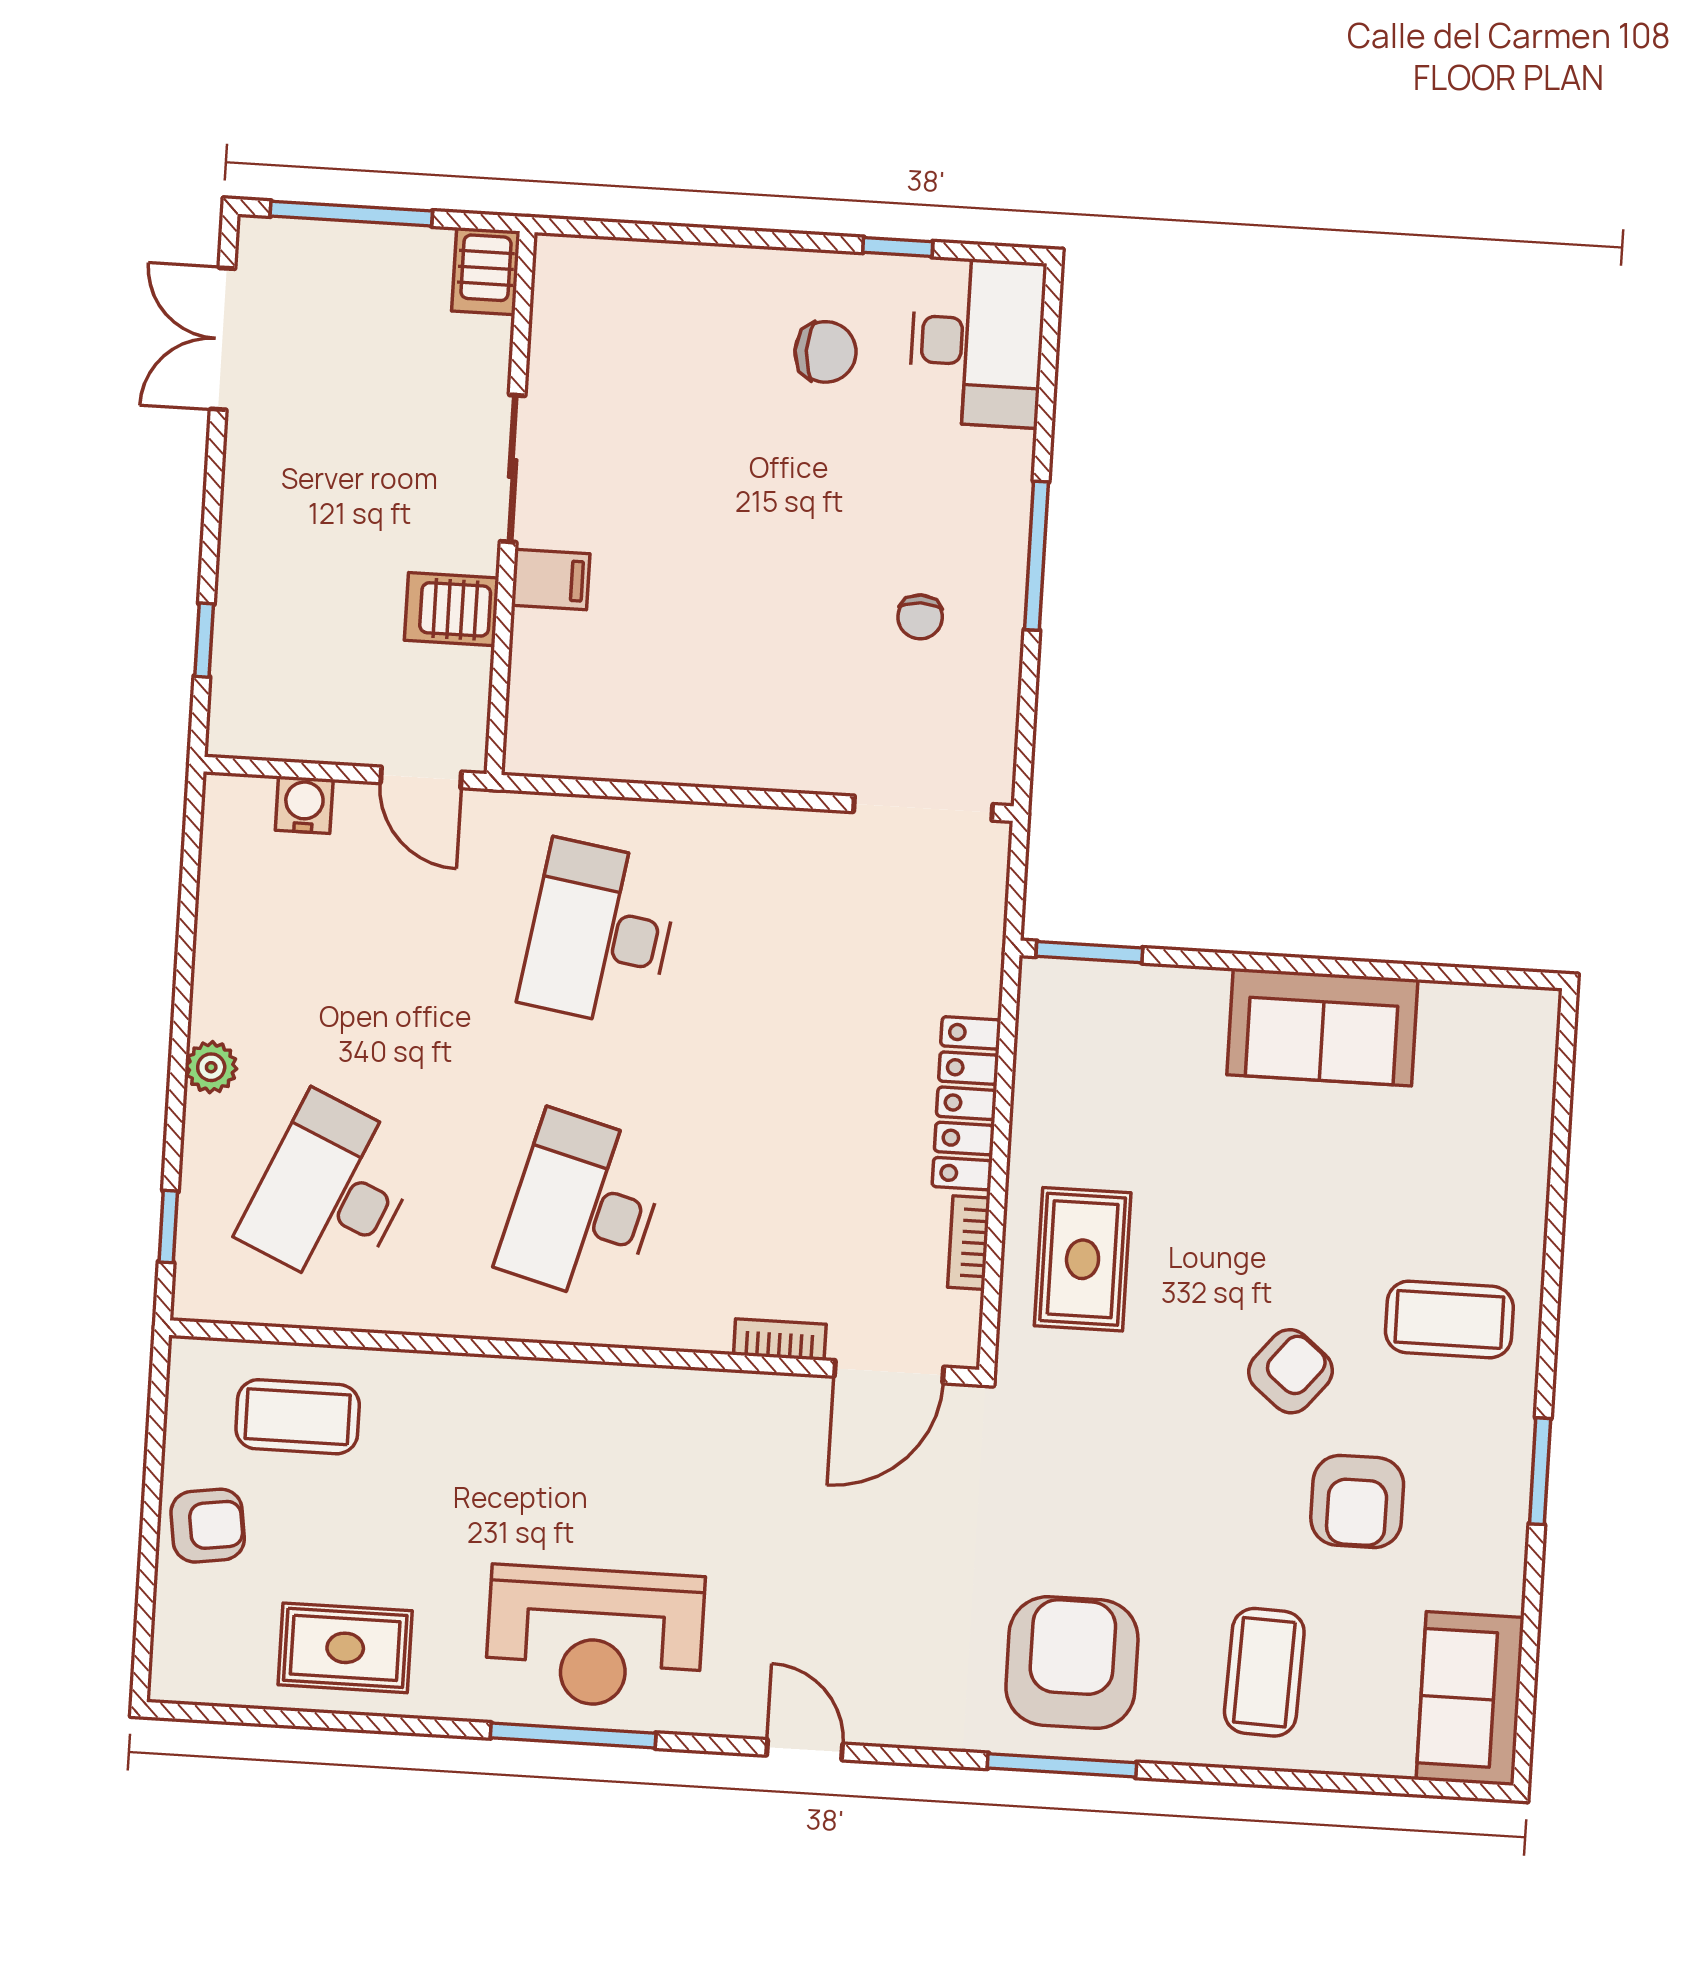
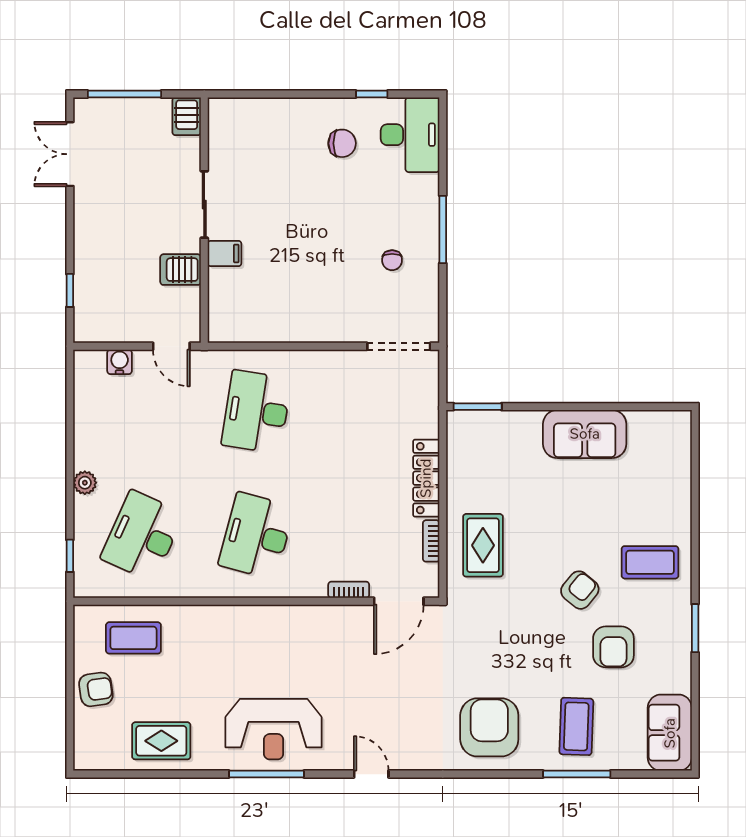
window: (1062, 1765) -> (577, 774), moved

